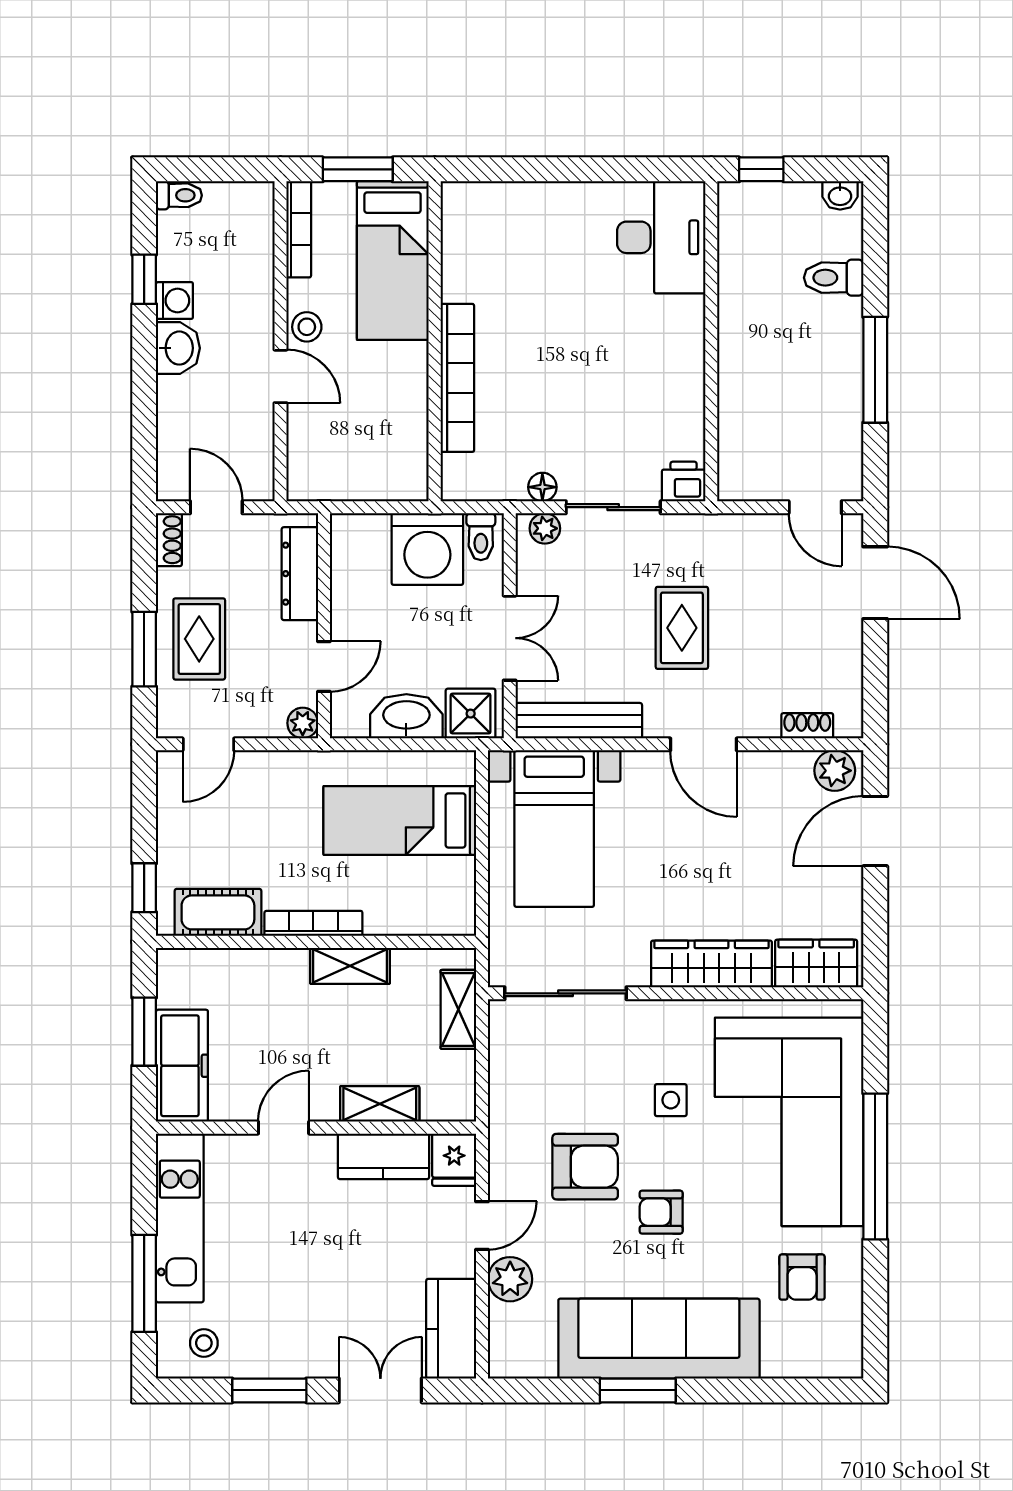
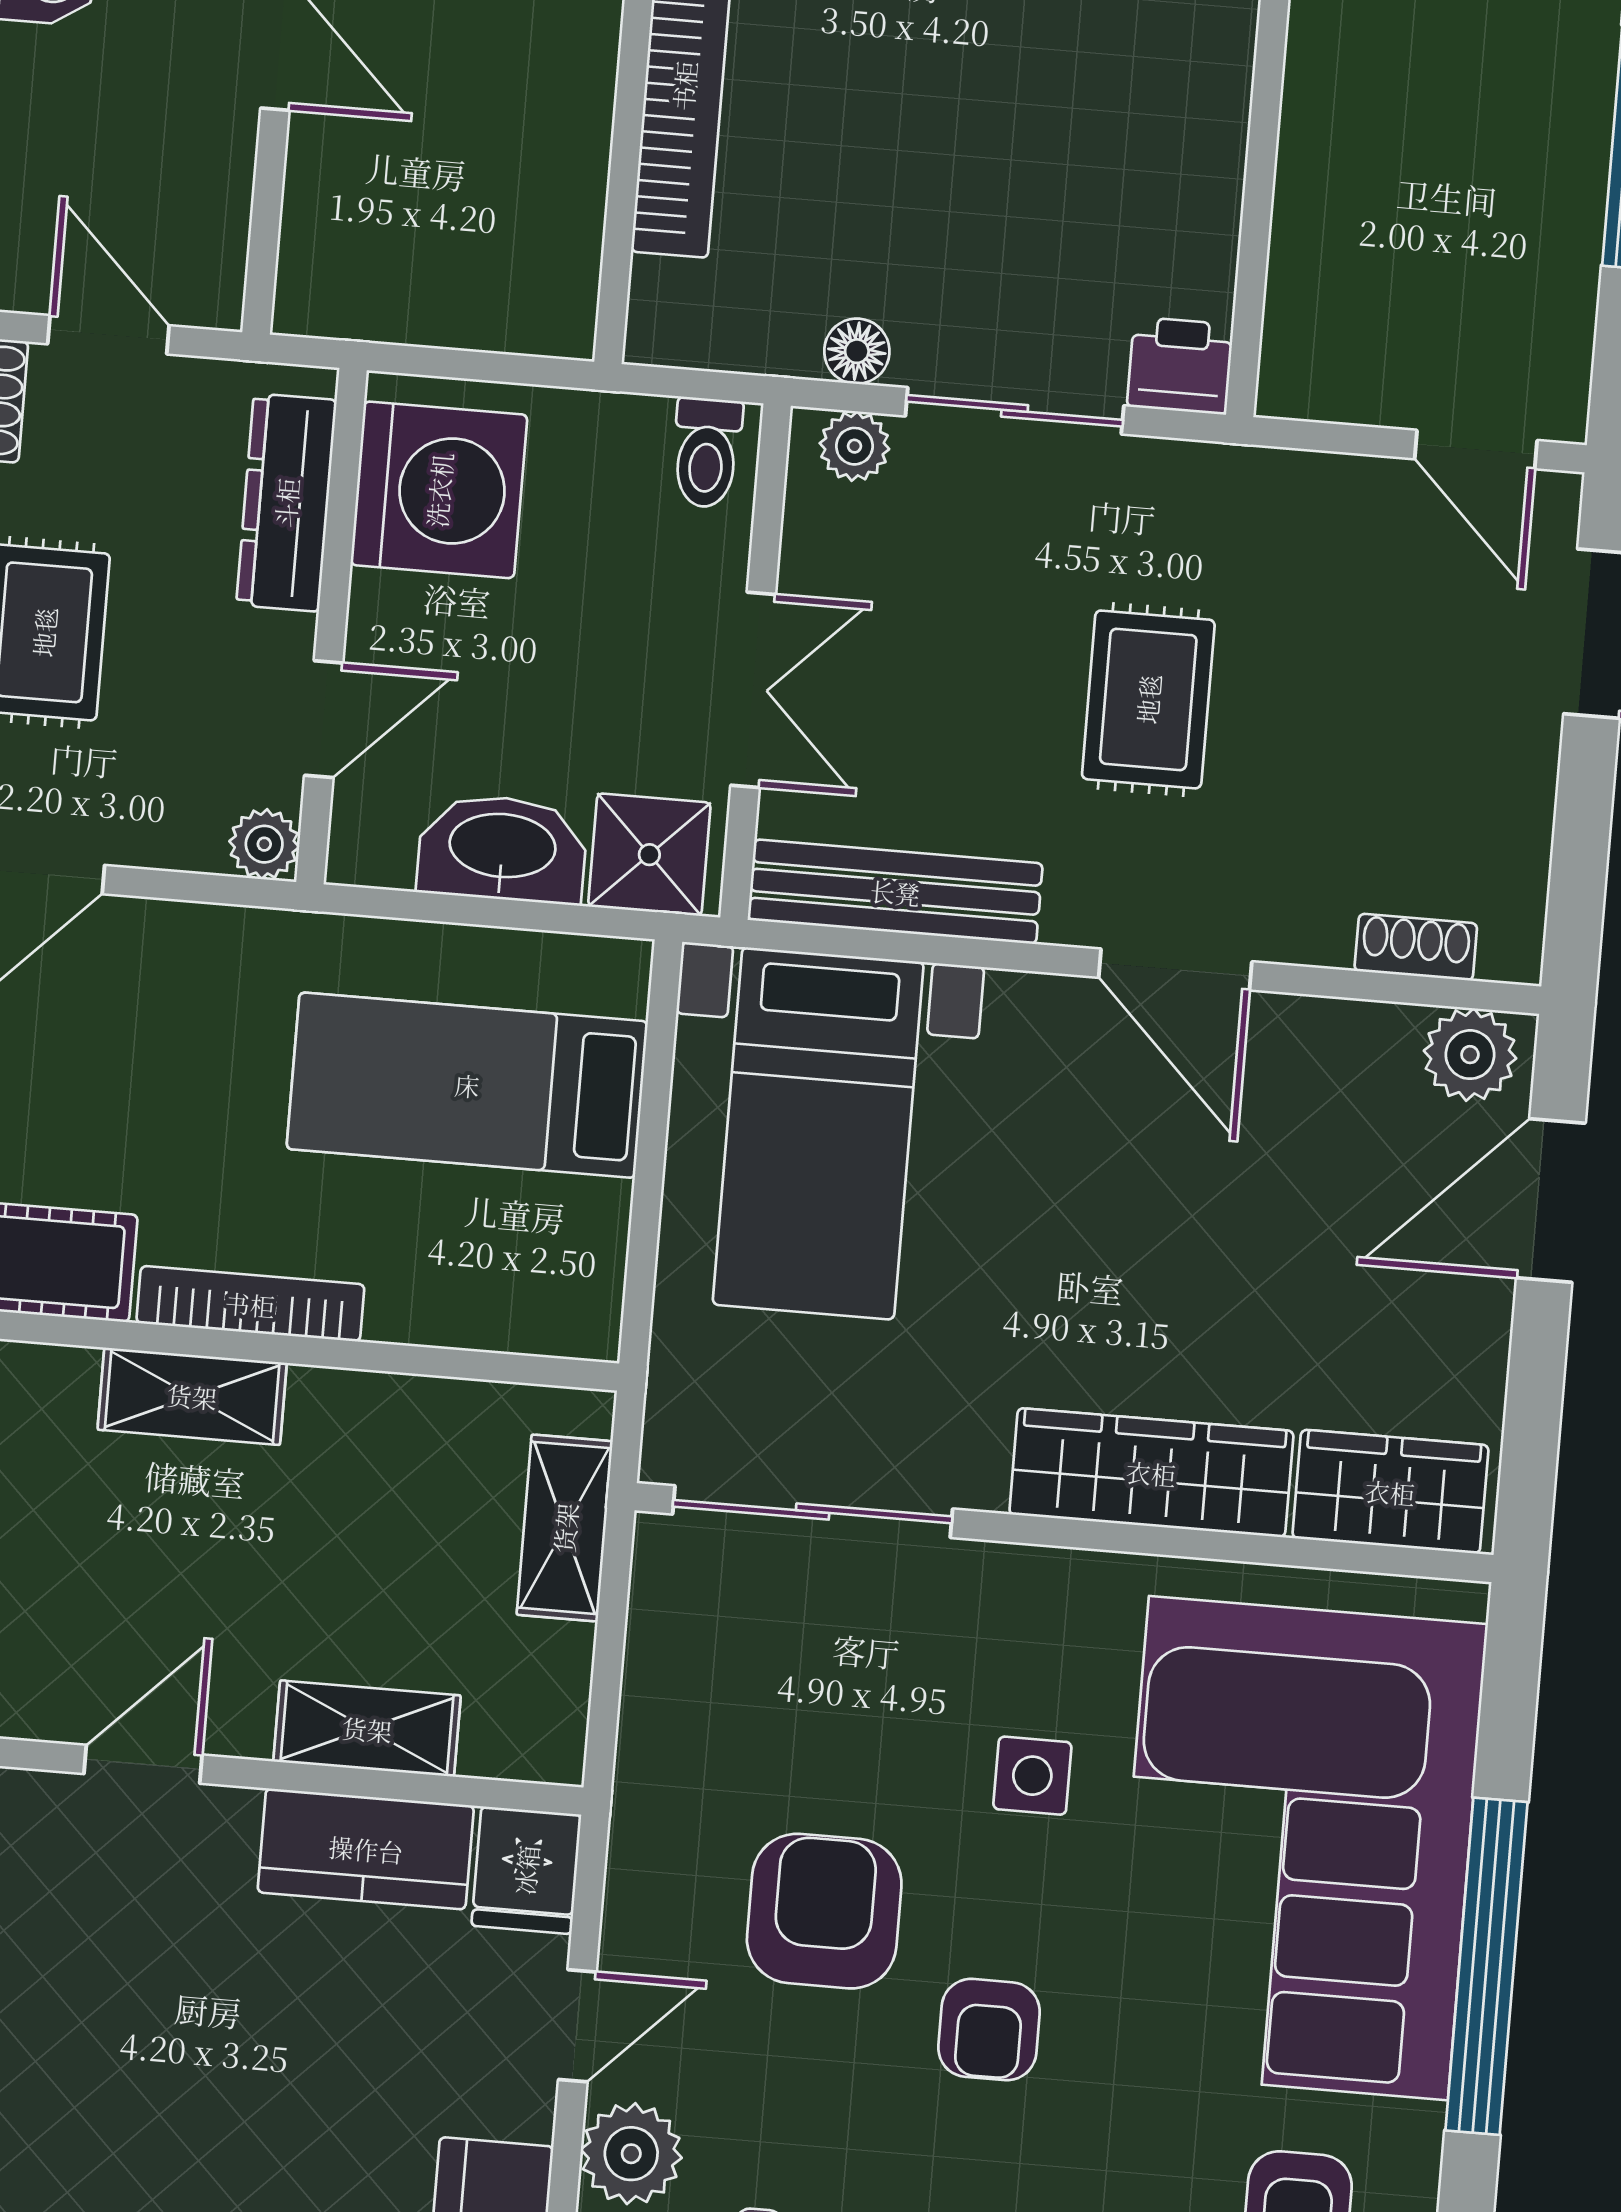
washing machine: (427, 549) -> (439, 490), moved, turned -90
shelving: (350, 966) -> (192, 1396), moved
armchair: (585, 1167) -> (824, 1911), turned -90
armchair: (661, 1212) -> (989, 2030), turned -90

